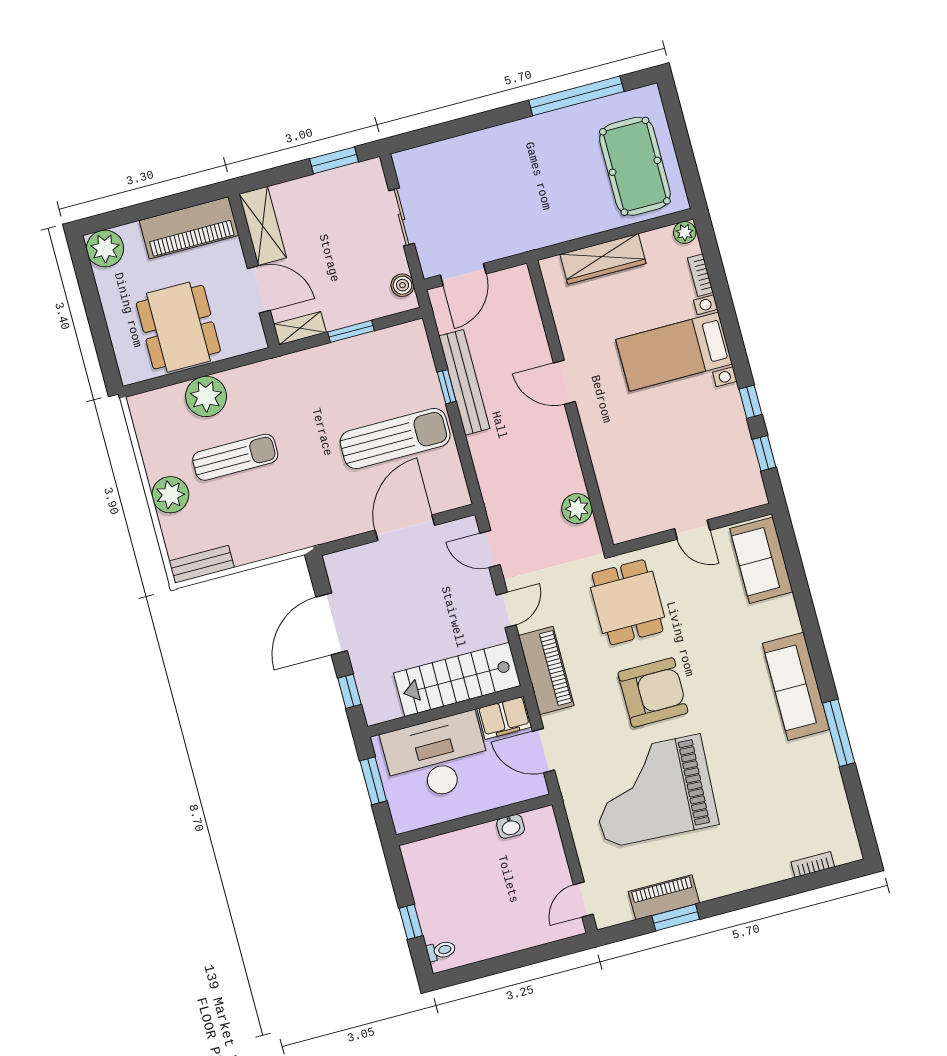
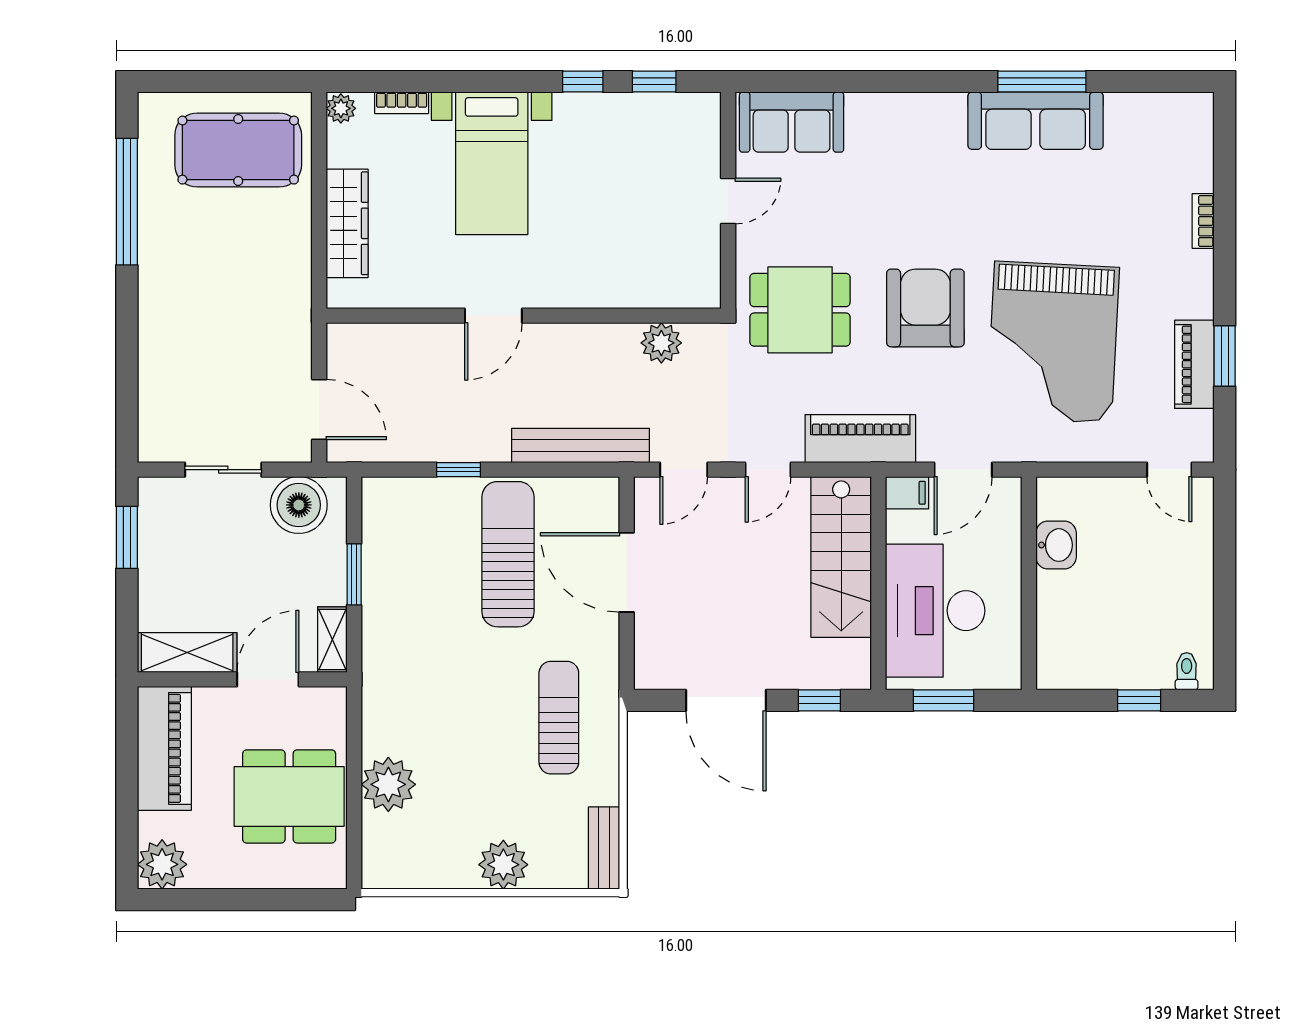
boiler: (403, 285) -> (299, 505), width x1.86, depth x1.86
bench: (464, 382) -> (581, 445), moved
sun lounger: (235, 457) -> (559, 718), moved
door: (506, 610) -> (768, 470), swing flipped
sofa: (796, 686) -> (1036, 121), moved
filing cabinet: (504, 718) -> (907, 493), width x0.50
washbasin: (511, 826) -> (1056, 545), width x1.38, depth x1.45
bookcase: (813, 864) -> (1203, 221), moved

